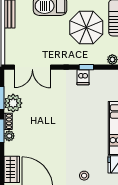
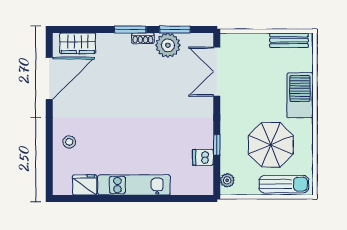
dishwasher: (83, 77) -> (203, 157), moved
plant: (9, 136) -> (123, 40), removed

